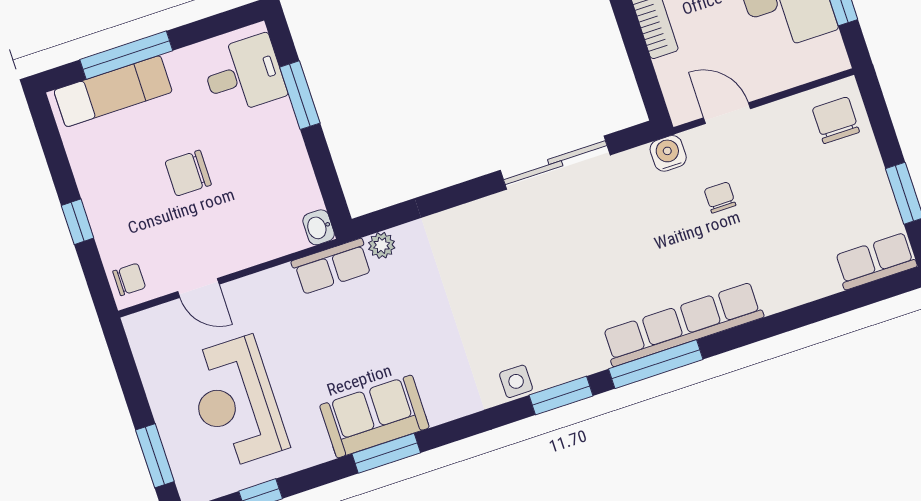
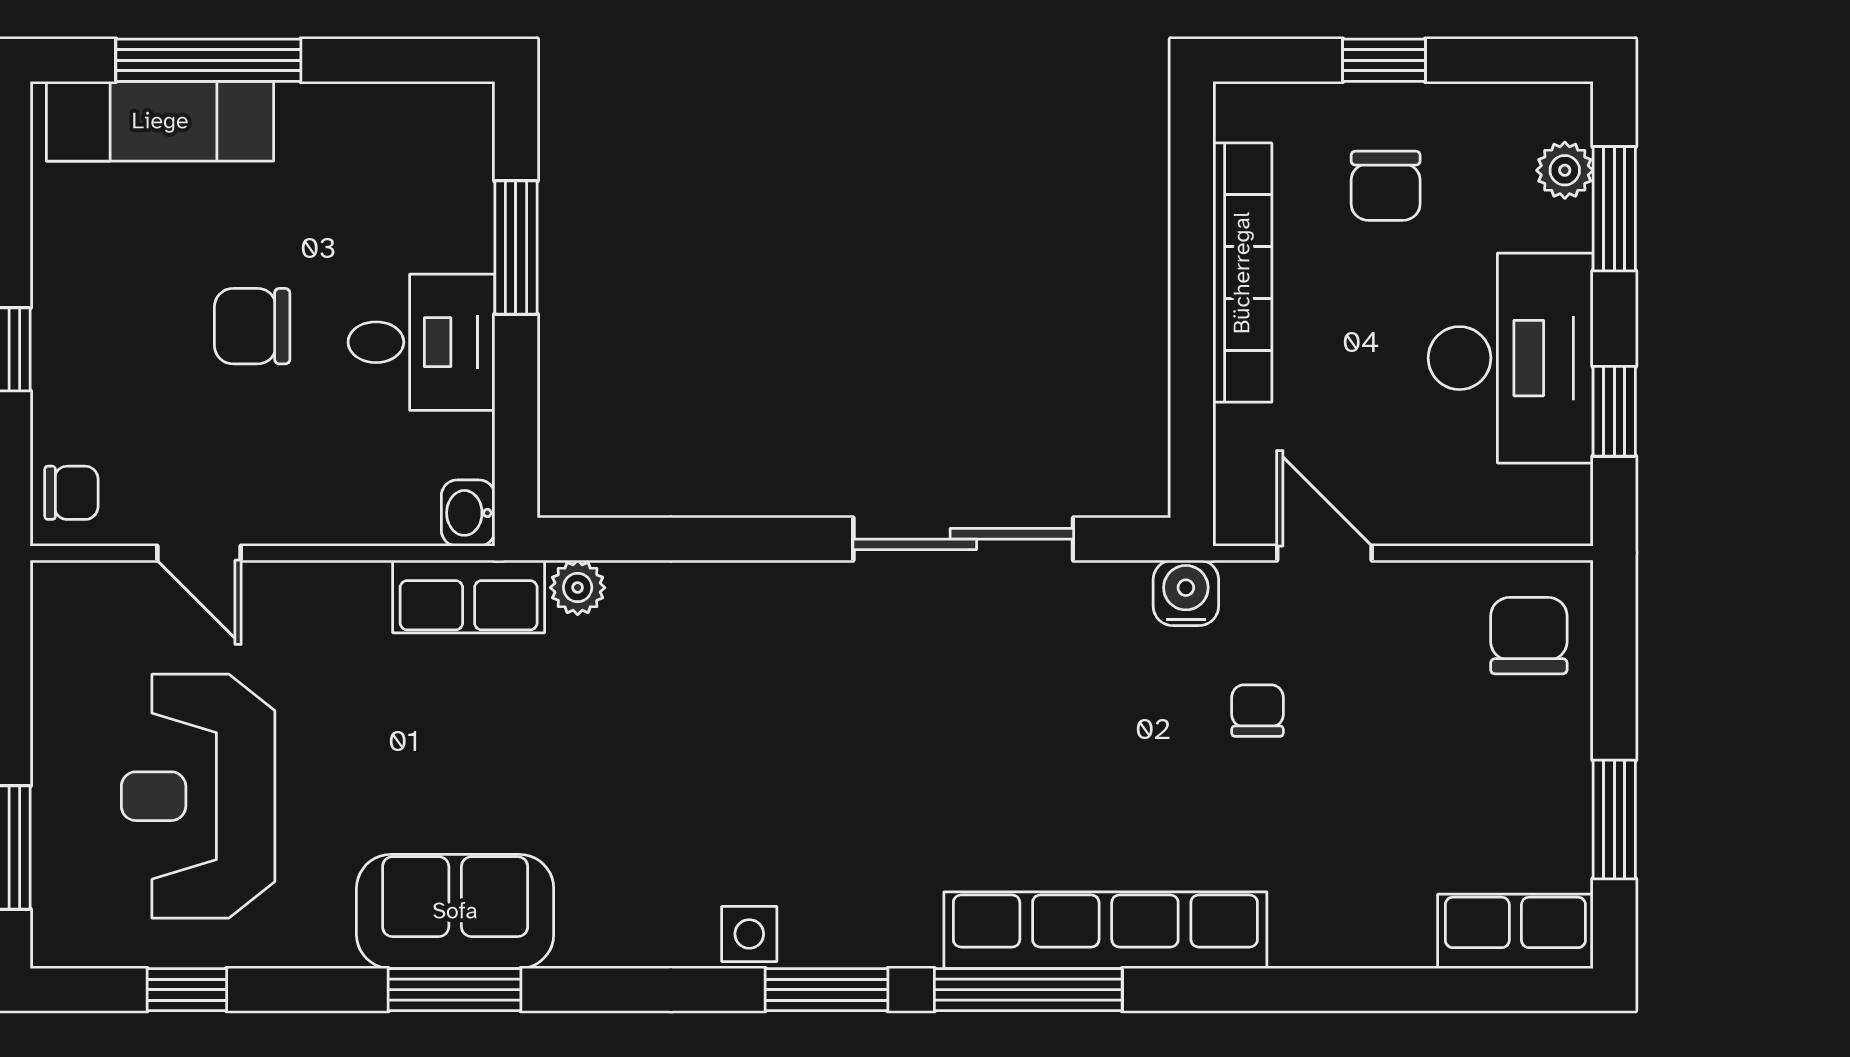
desk: (244, 75) -> (421, 342), moved

